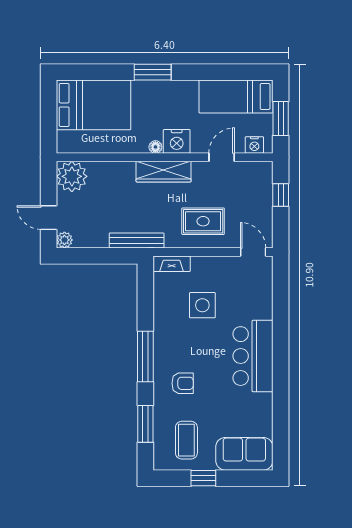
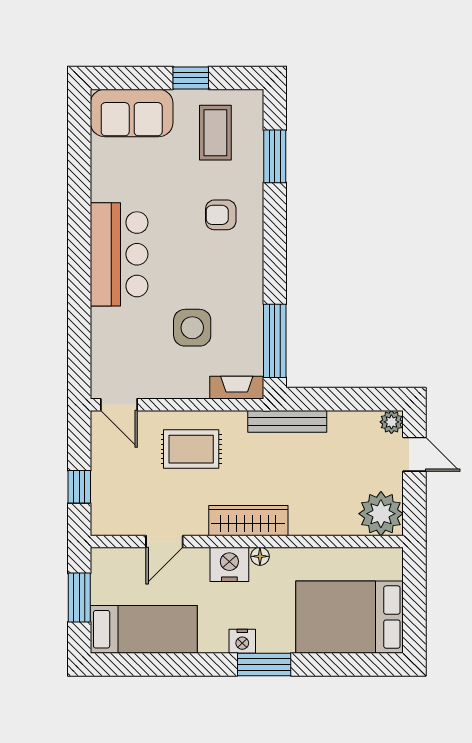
nightstand: (254, 145) -> (242, 641), moved, turned 180
window: (145, 356) -> (275, 341), moved

